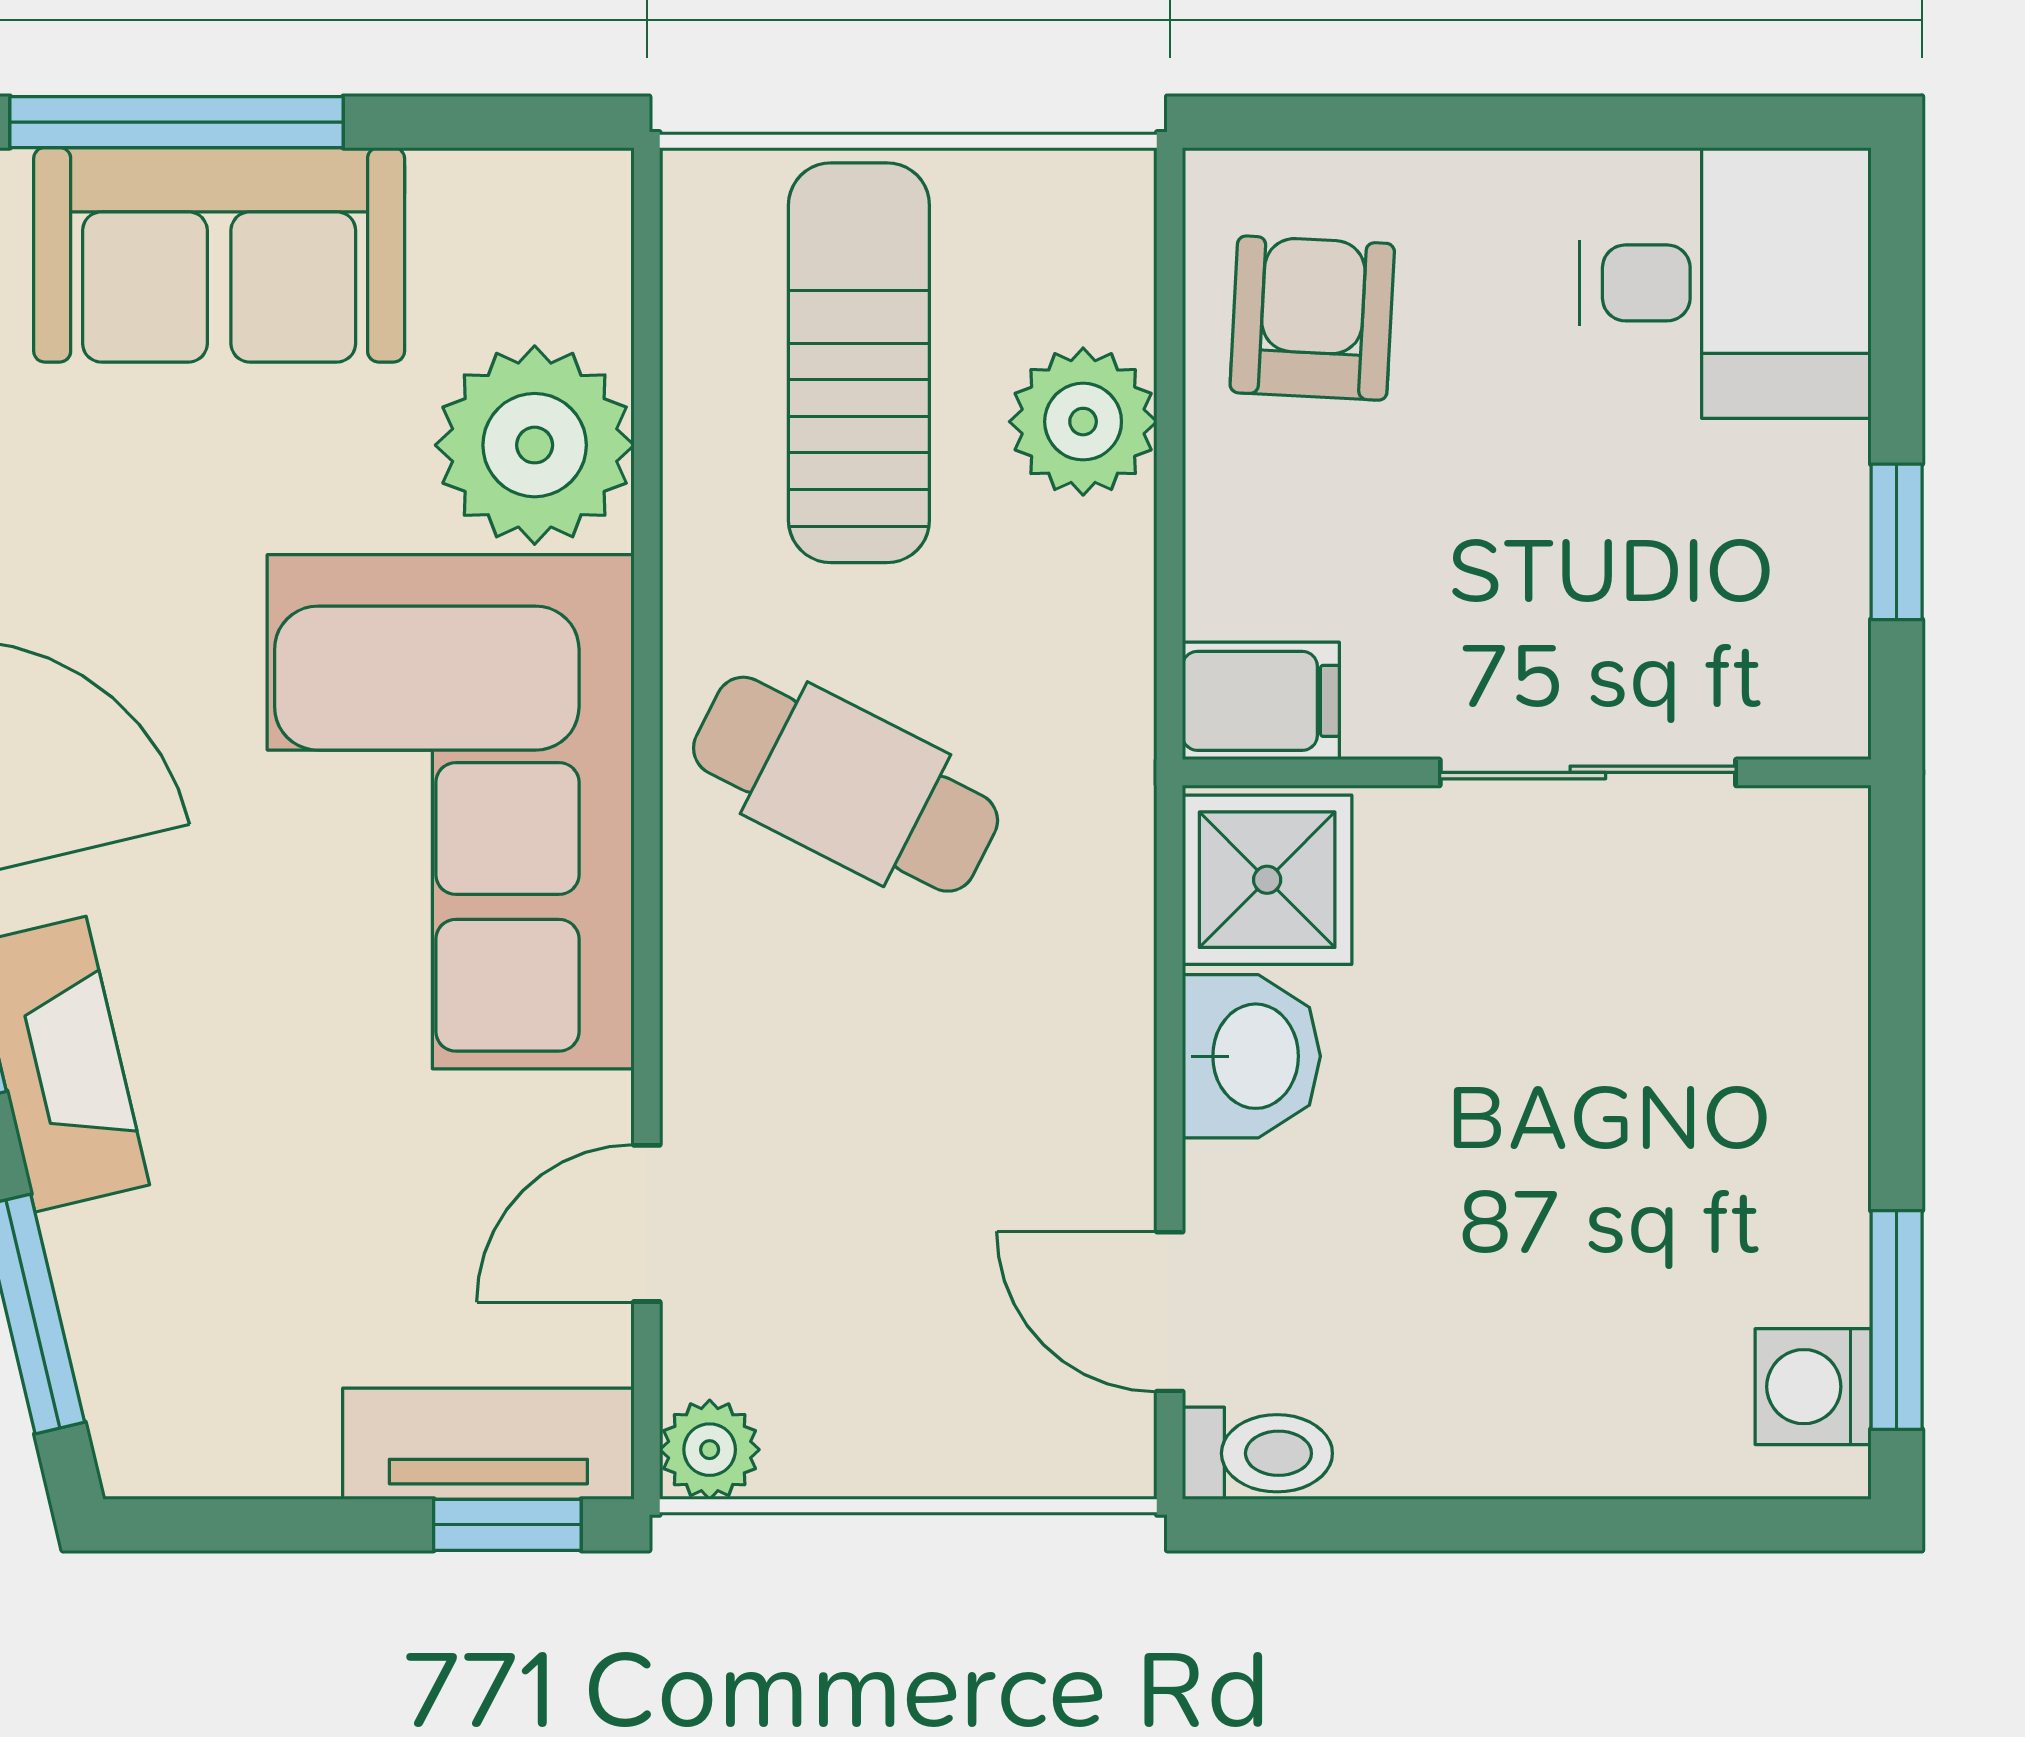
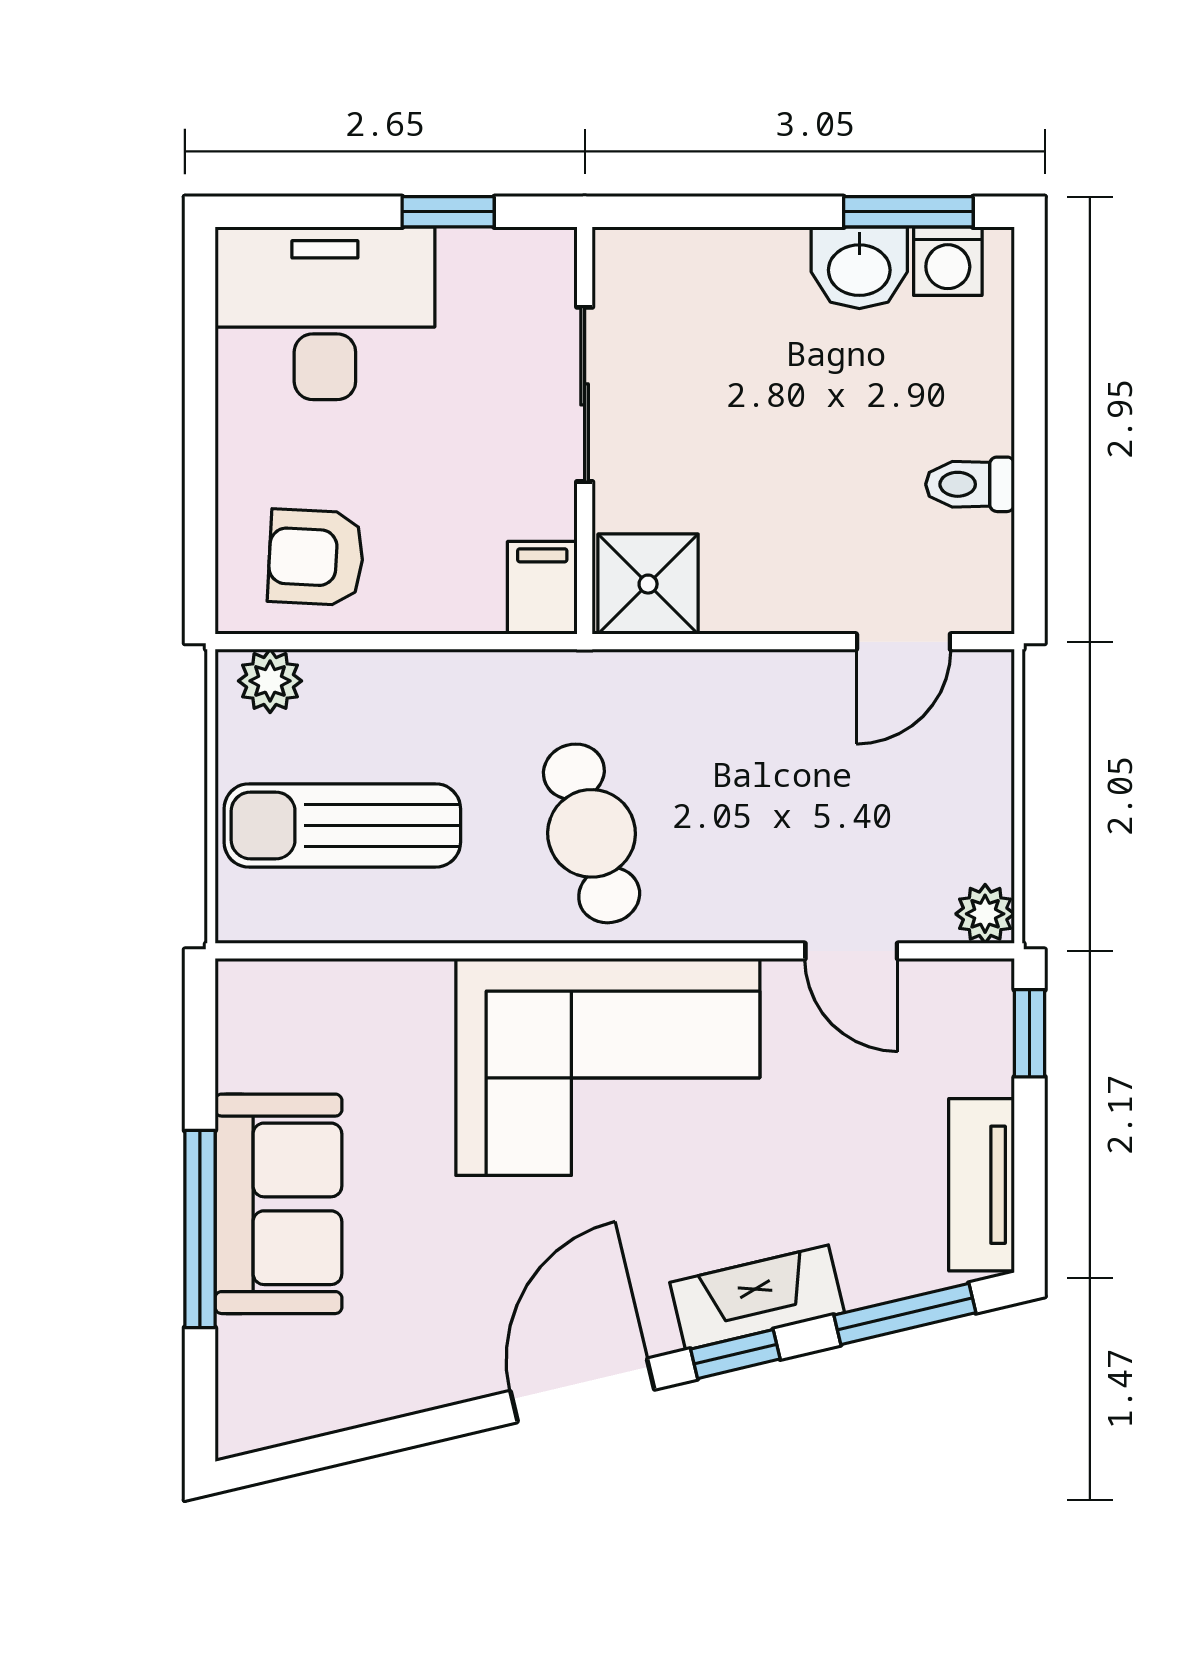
desk: (1725, 283) -> (325, 313), width x1.37
plant: (1083, 422) -> (270, 681), moved, width x0.73, depth x0.73
plant: (535, 445) -> (391, 1017), removed
cafe table: (846, 784) -> (592, 833), turned -43
washbasin: (1251, 1056) -> (859, 268), moved, turned 180
tv unit: (488, 1444) -> (982, 1185), moved
toilet: (1257, 1453) -> (970, 484), moved, turned -90

